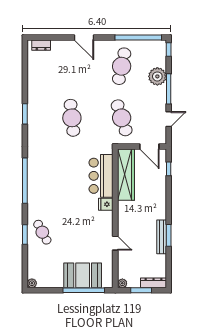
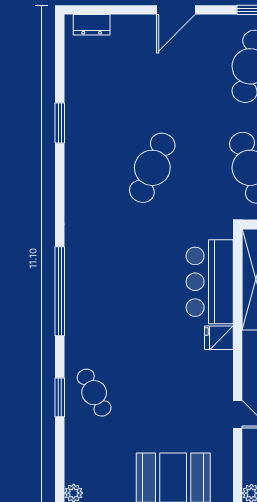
door: (84, 38) -> (176, 10), hinge flipped
window: (25, 114) -> (60, 123), moved
cafe table: (72, 118) -> (152, 168), turned 30

